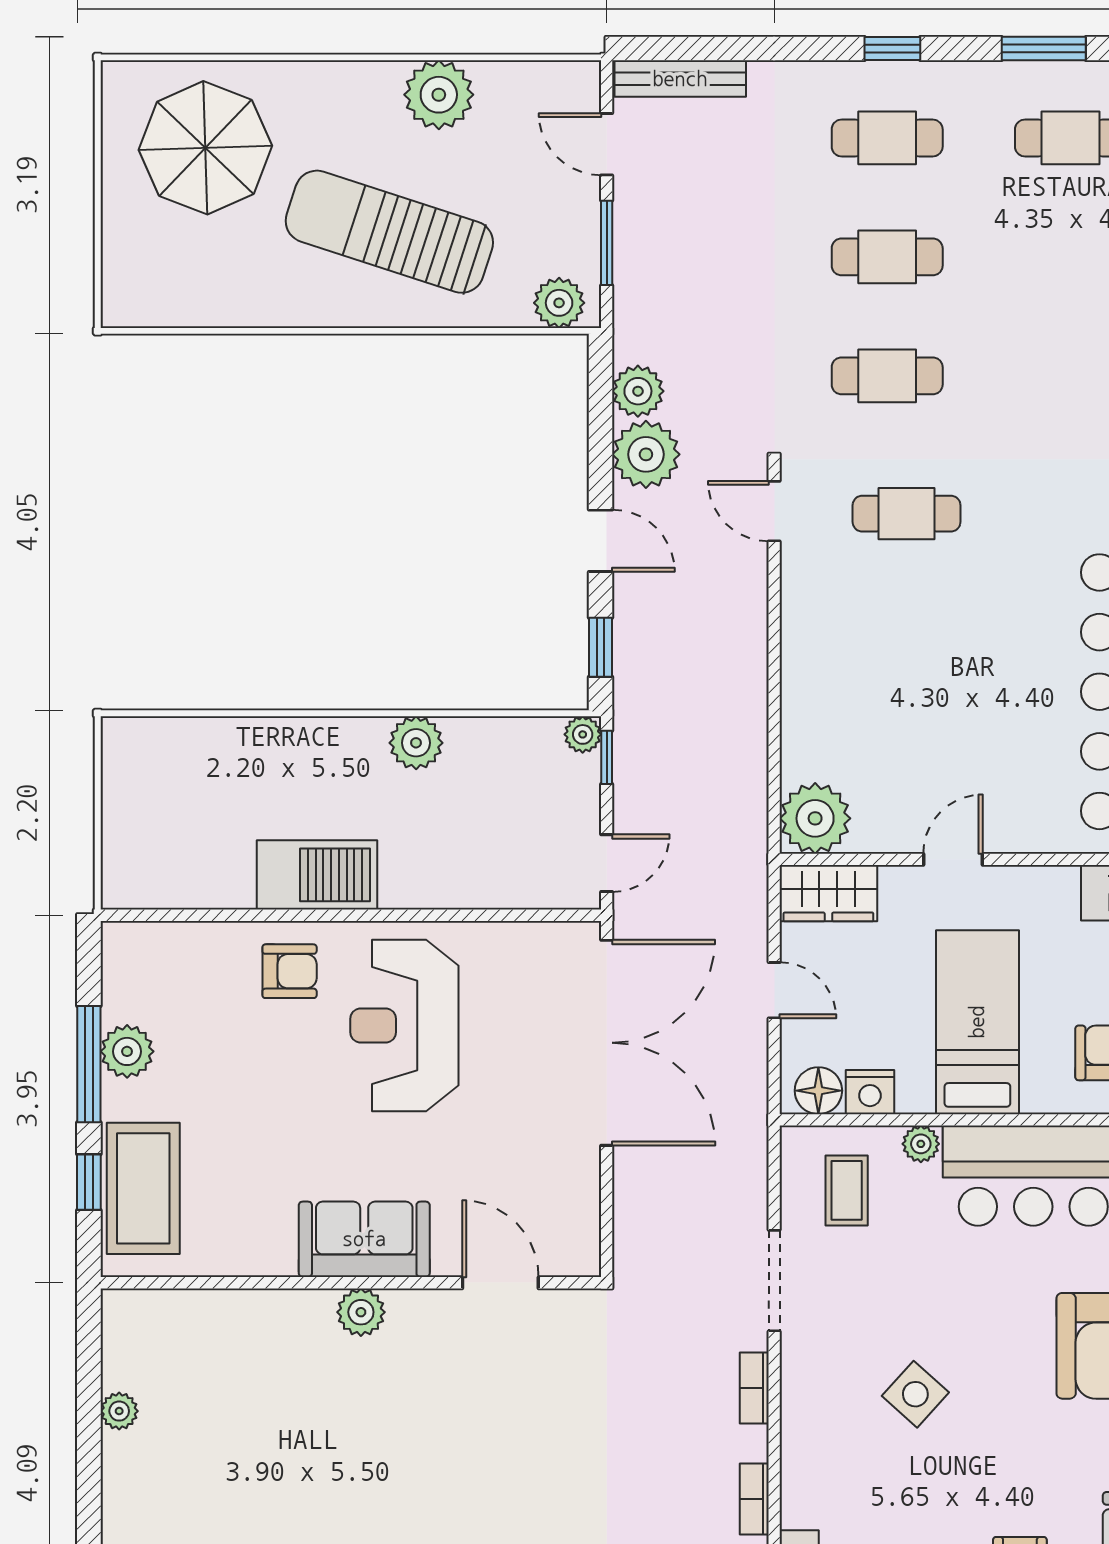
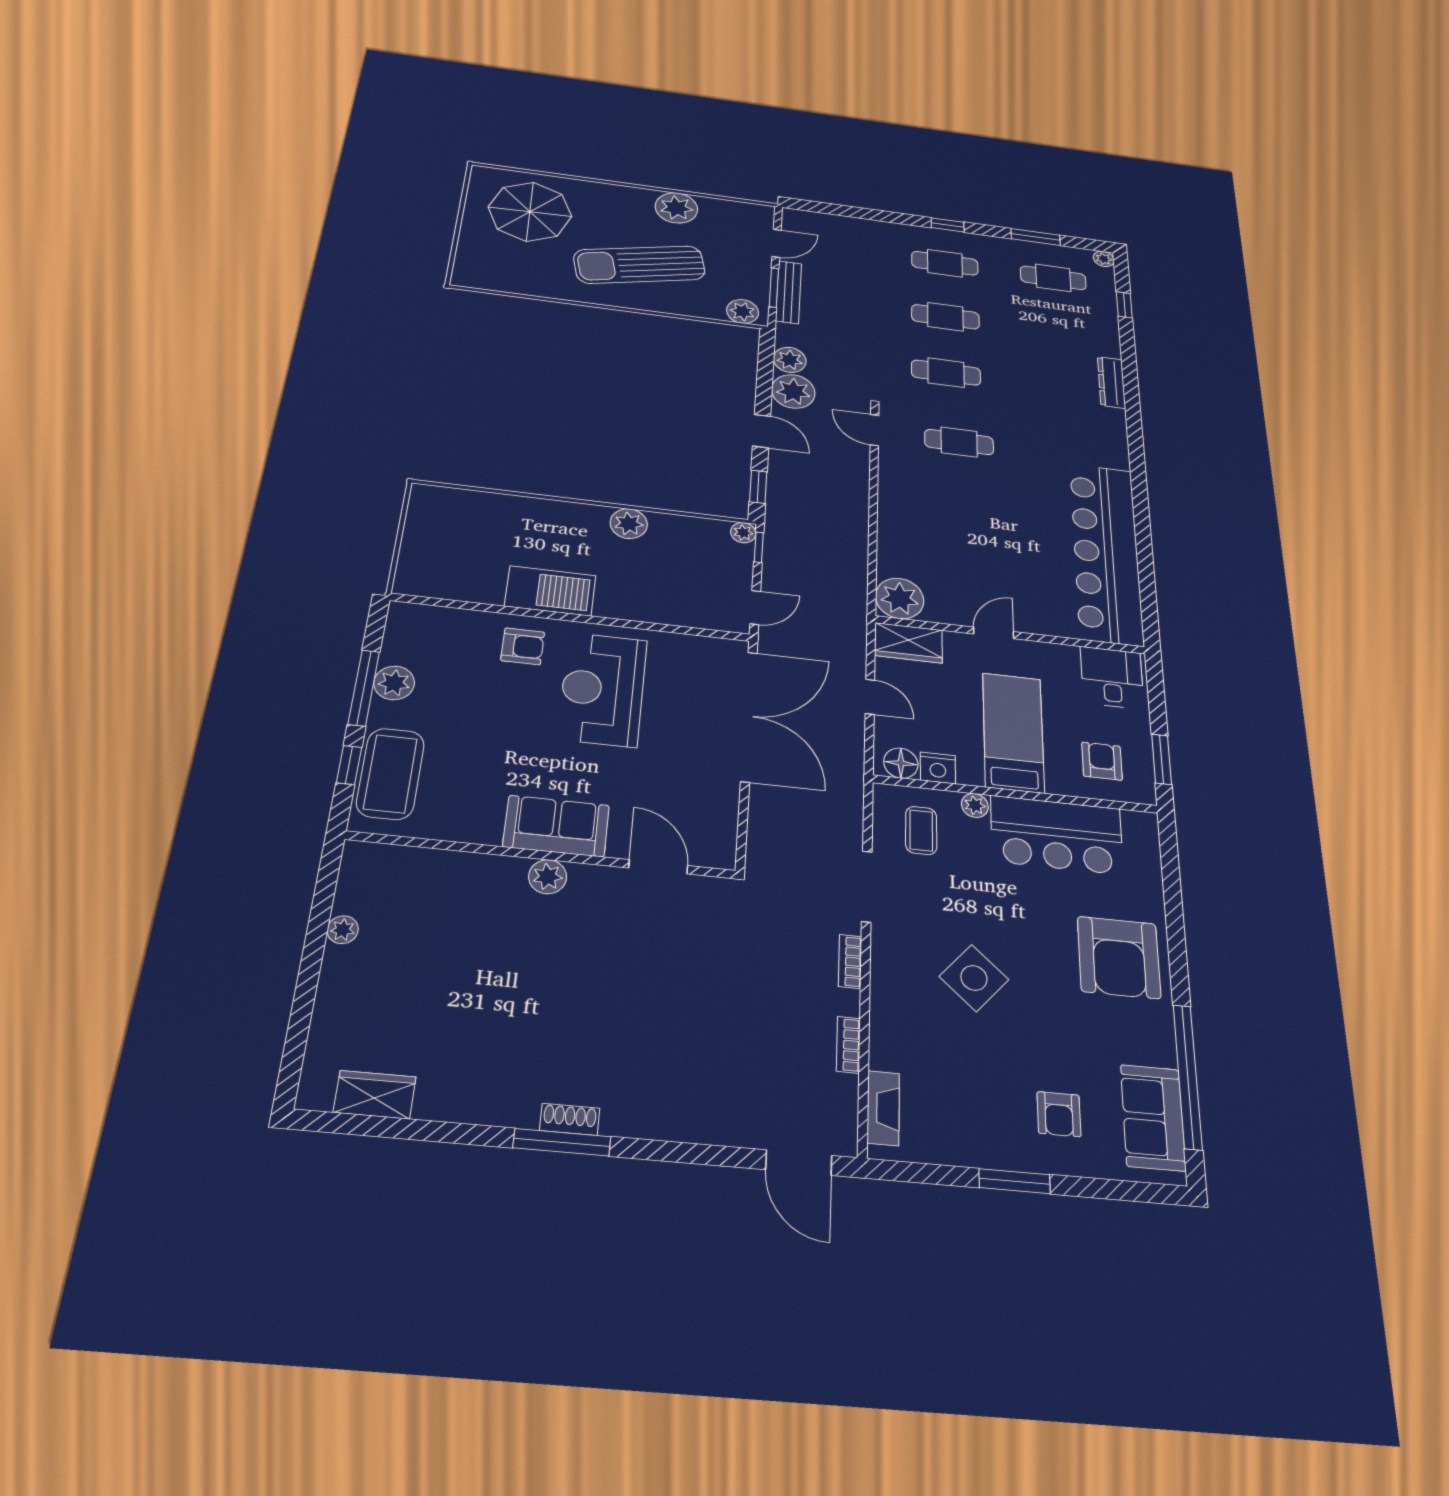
bench: (680, 79) -> (789, 292), moved, turned 90
door: (607, 144) -> (776, 243), swing flipped
sun lounger: (389, 232) -> (639, 265), turned -31
side table: (915, 1394) -> (974, 978), width x1.37, depth x1.37

